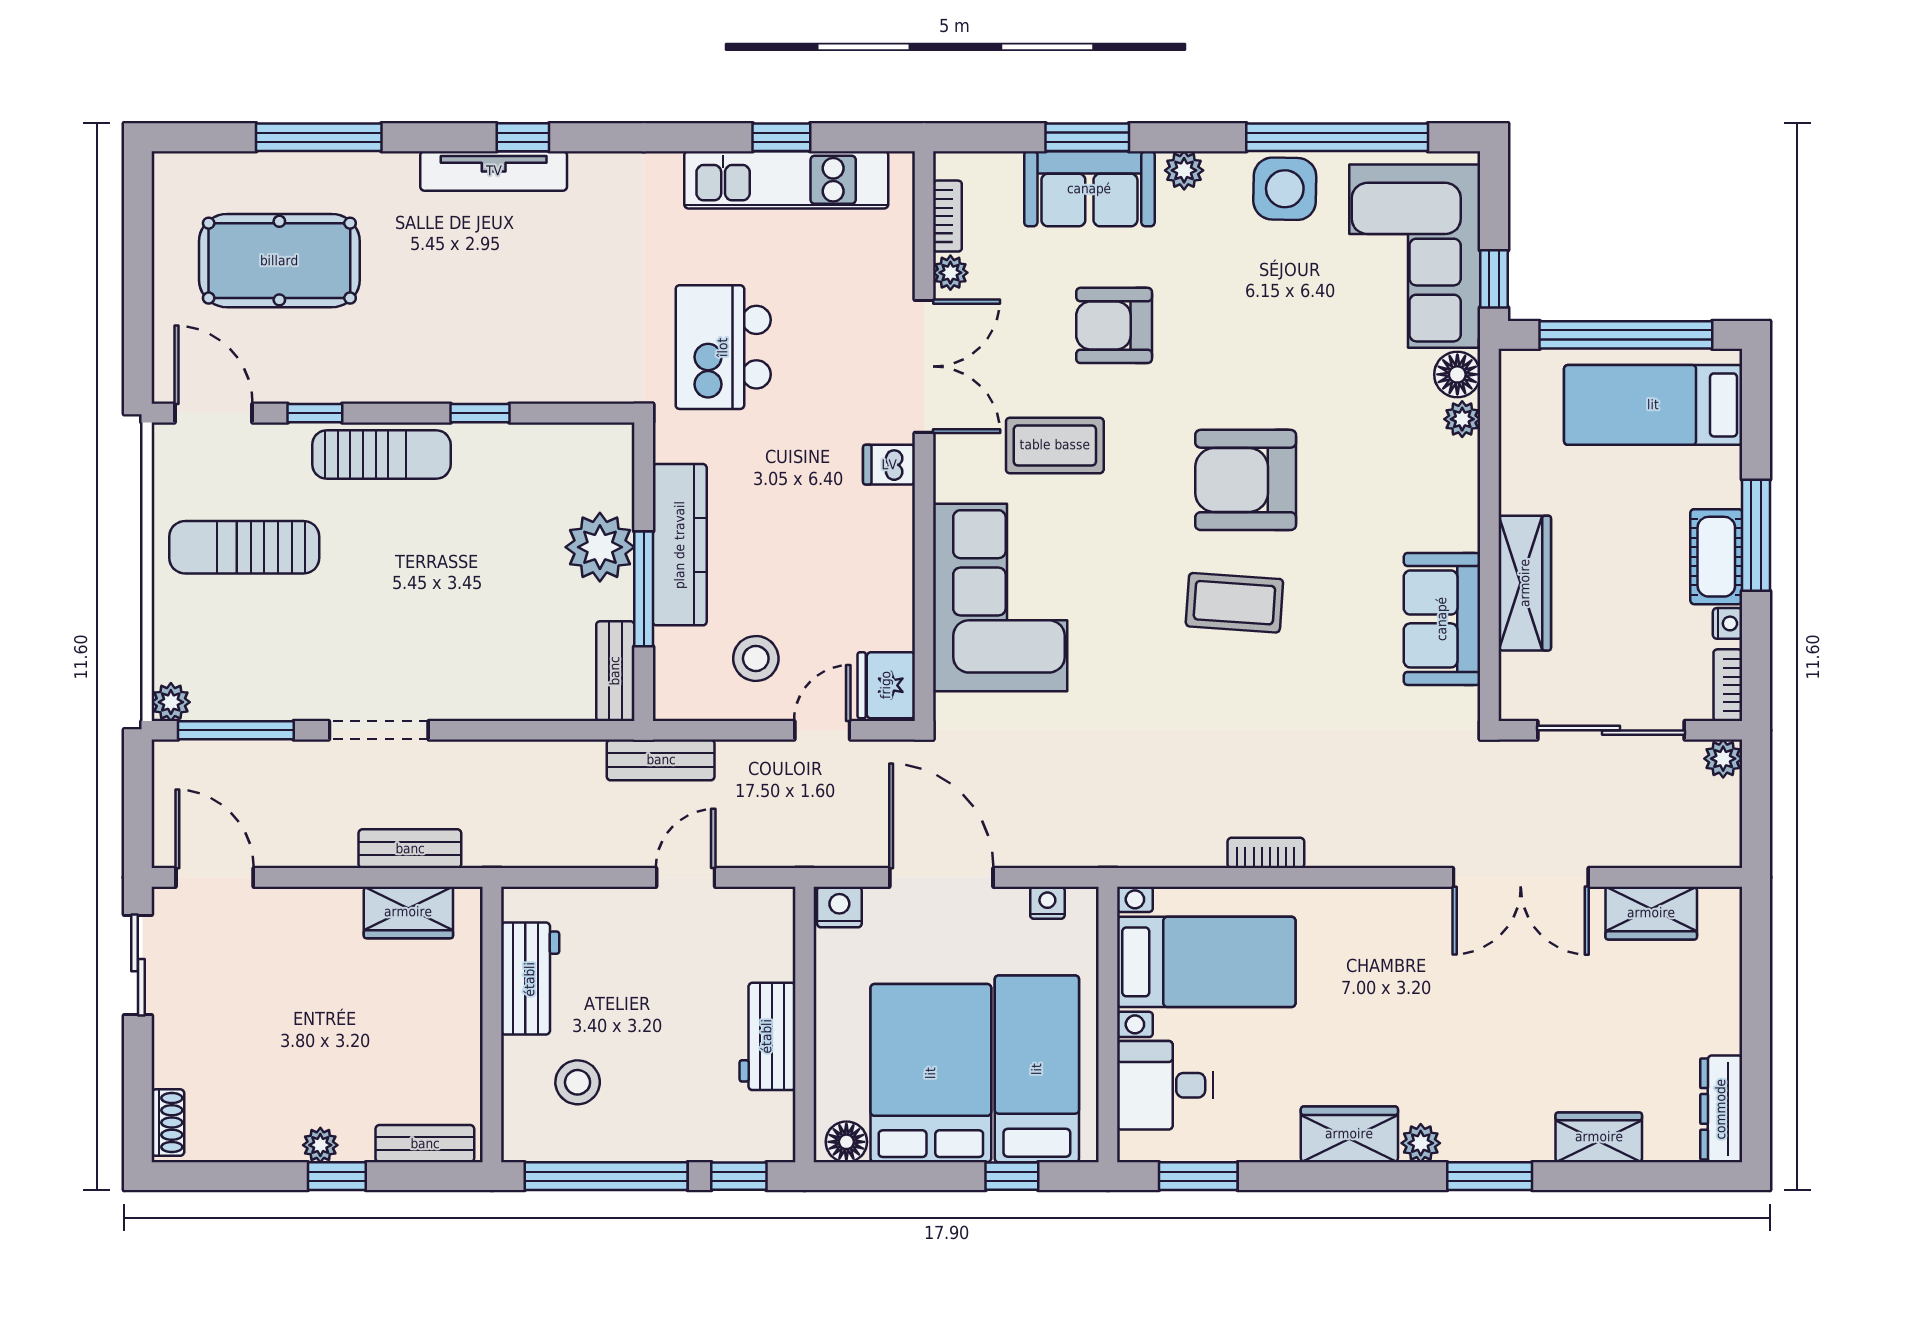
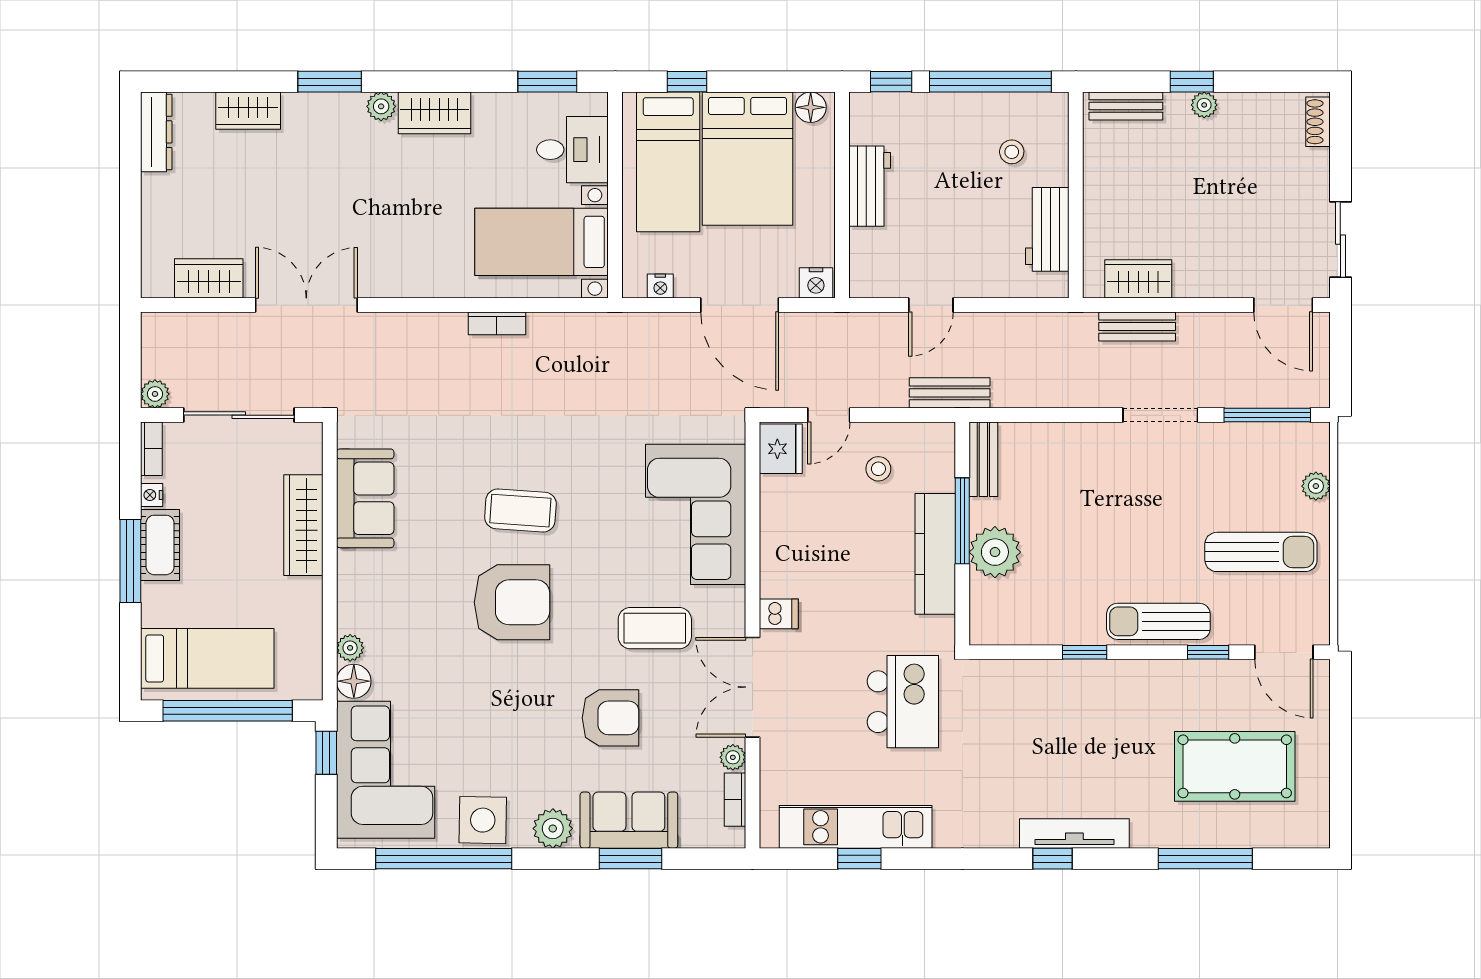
plant: (1184, 170) -> (553, 828), width x1.38, depth x1.38
stool: (756, 658) -> (878, 469), width x0.73, depth x0.73
plant: (171, 702) -> (1316, 486), moved
stool: (578, 1082) -> (1012, 152), width x0.73, depth x0.73

